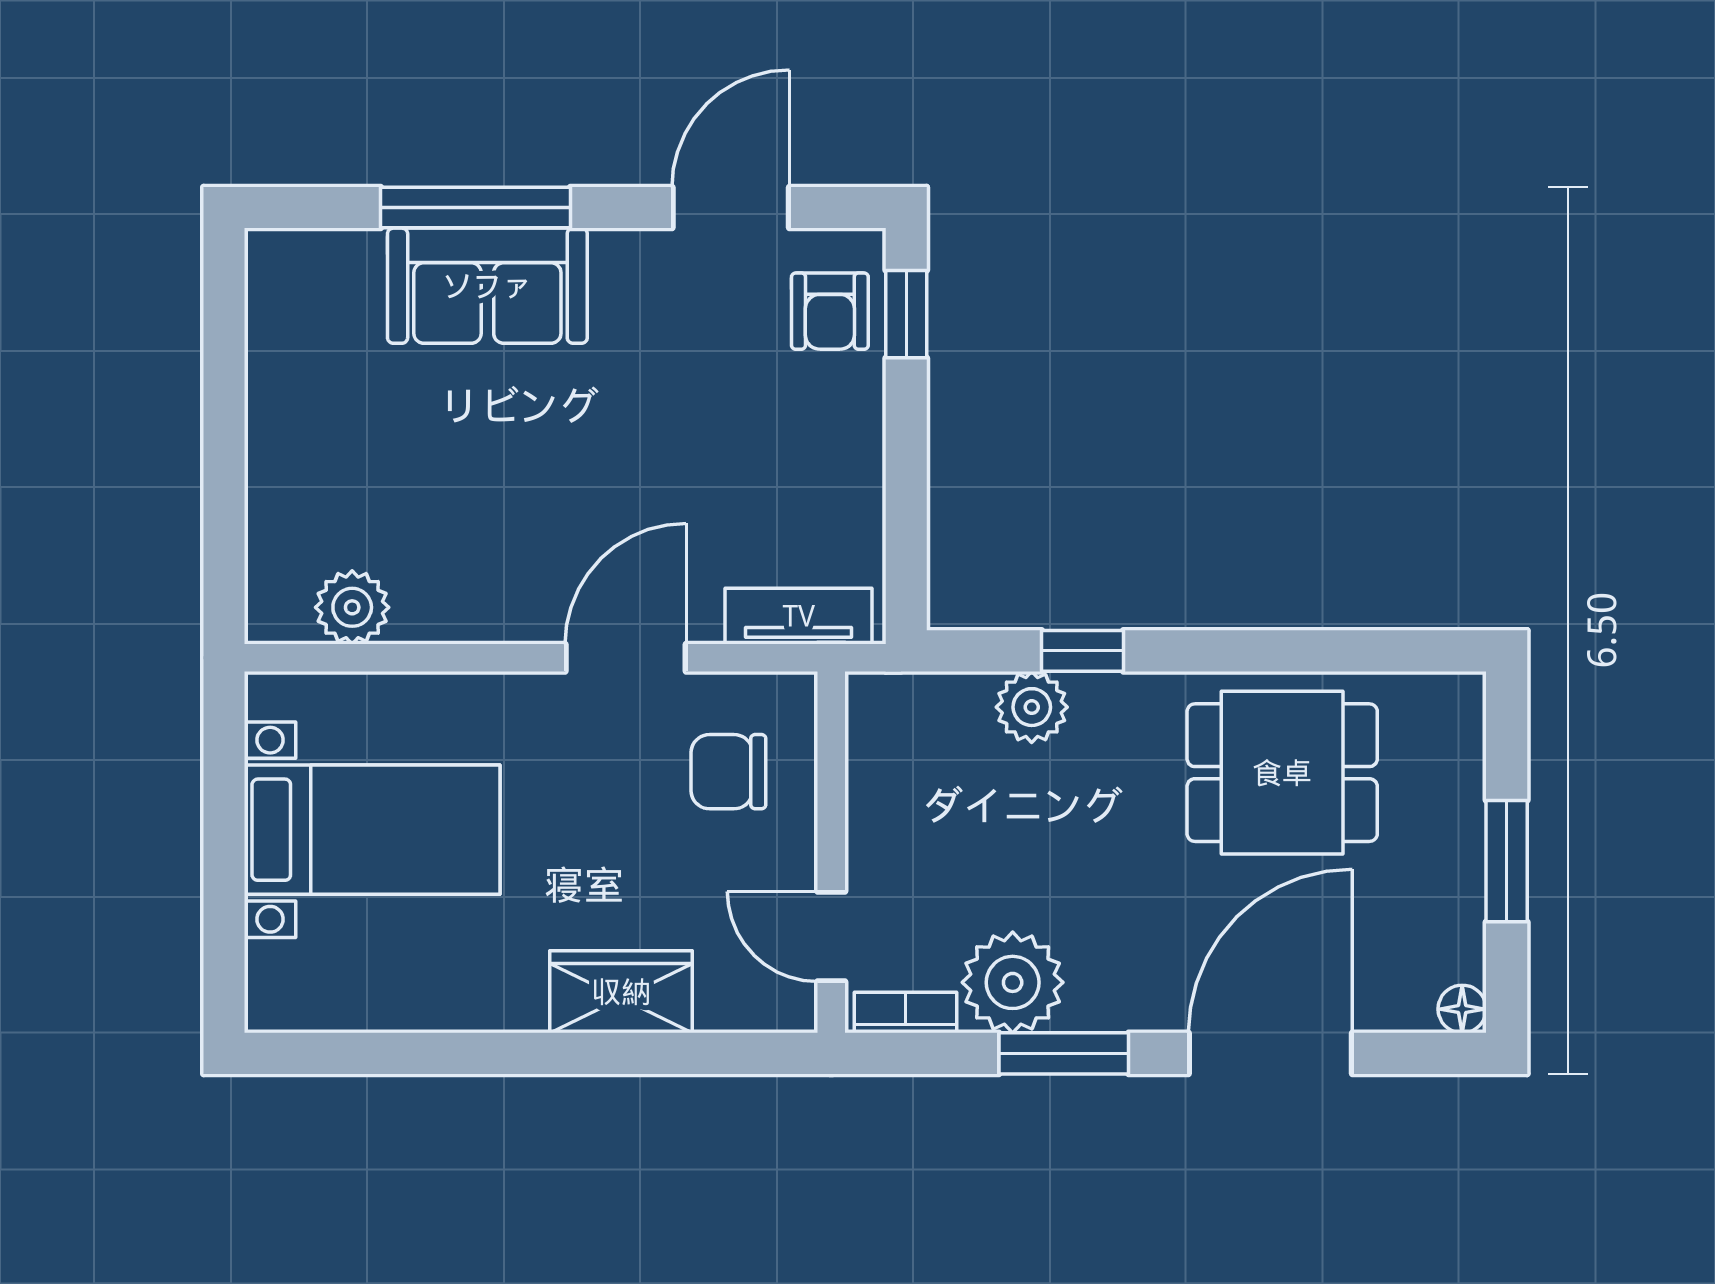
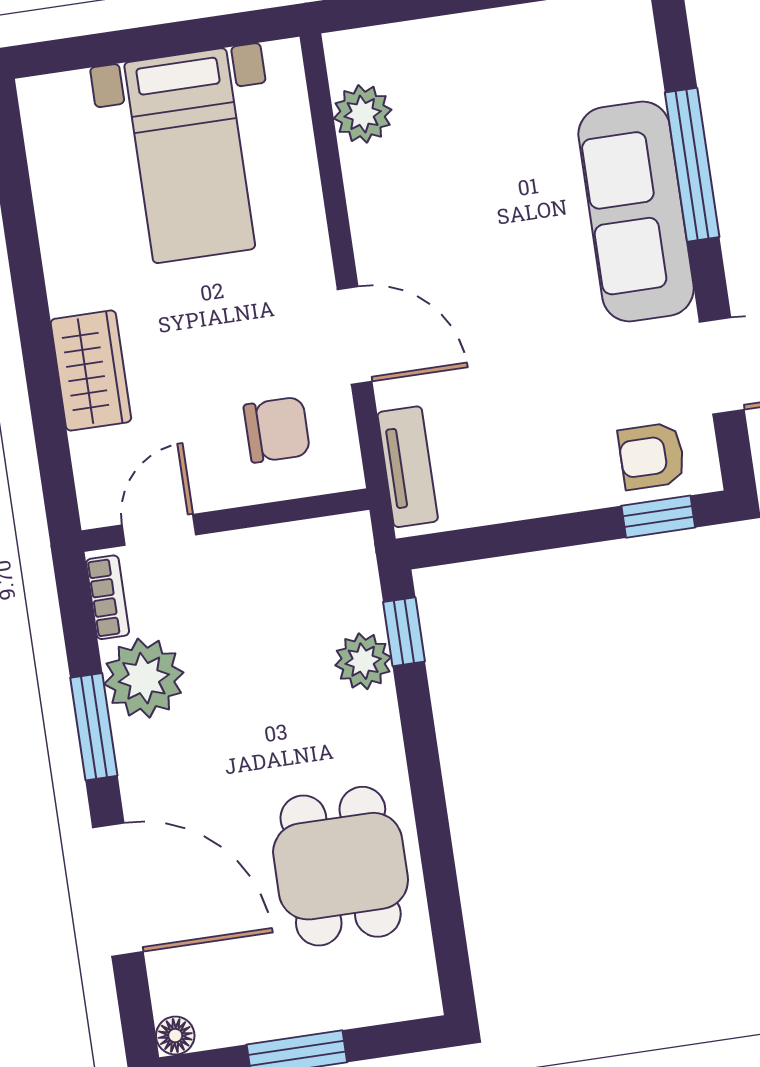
sofa: (487, 286) -> (636, 212), width x1.36
window: (1083, 651) -> (404, 632), moved
chair: (728, 772) -> (277, 430), turned 90

